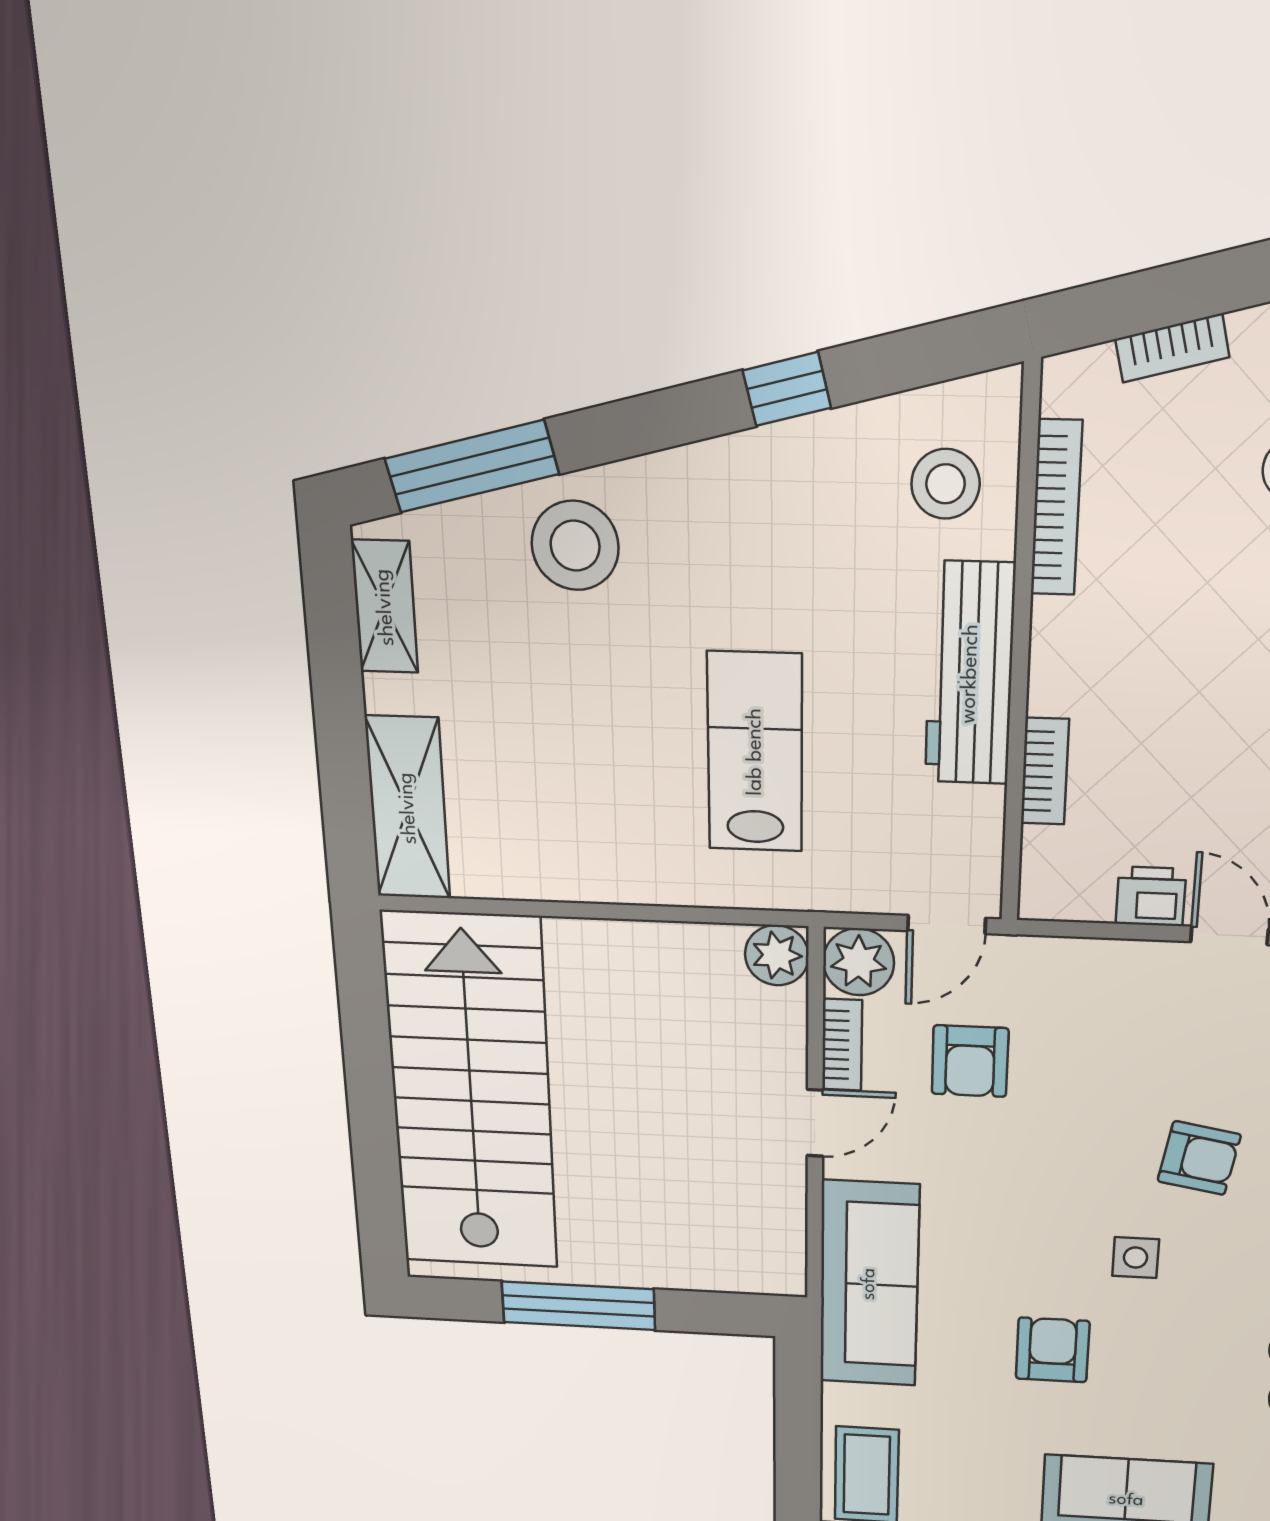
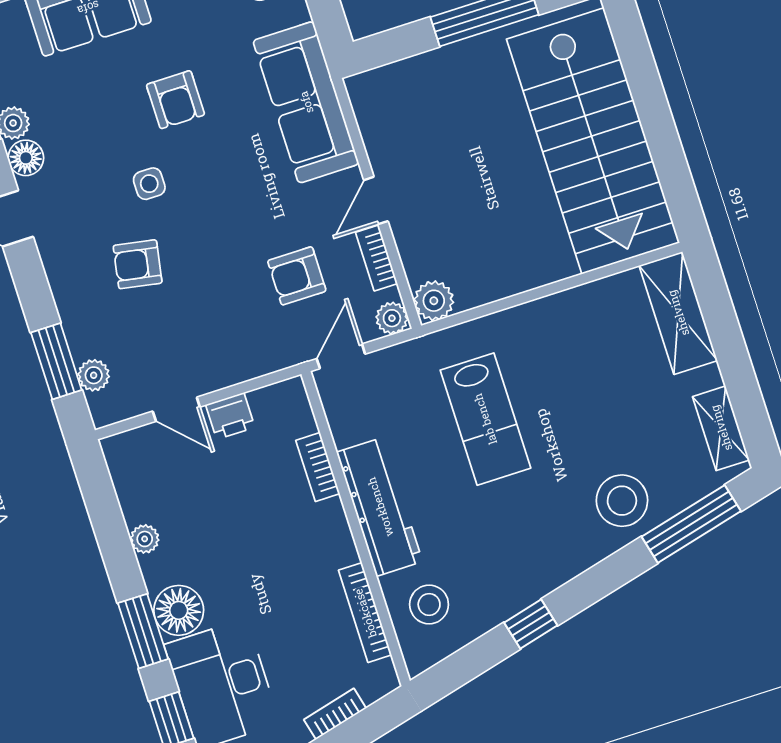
plant: (859, 962) -> (392, 318), width x0.73, depth x0.73
armchair: (970, 1061) -> (297, 276), turned -90

